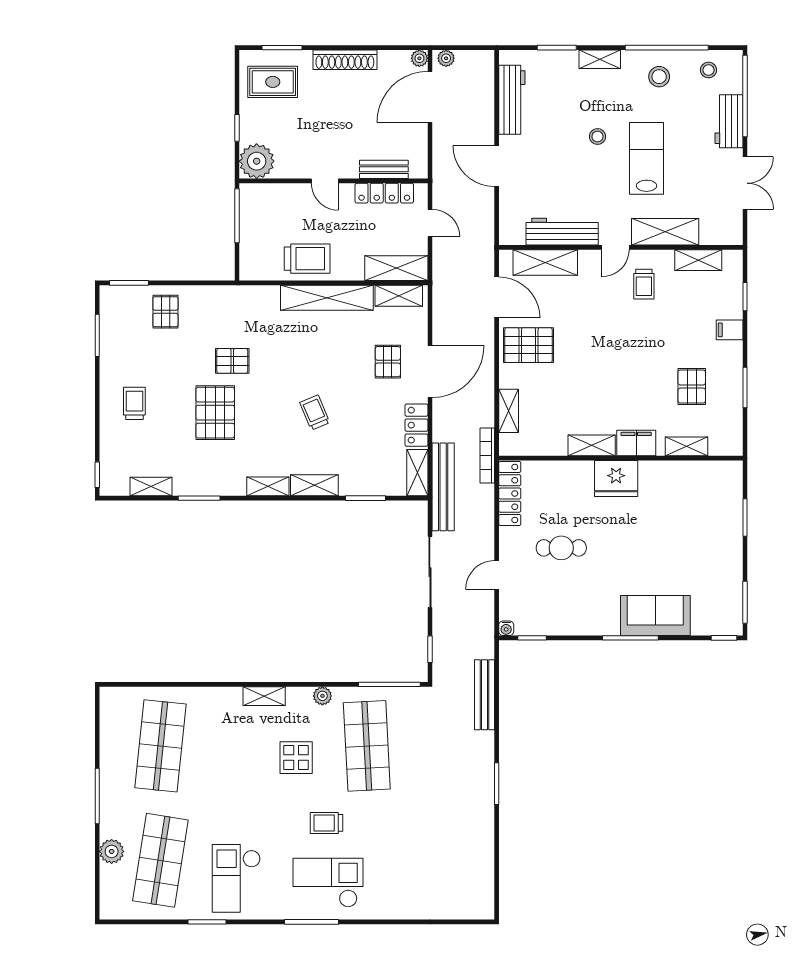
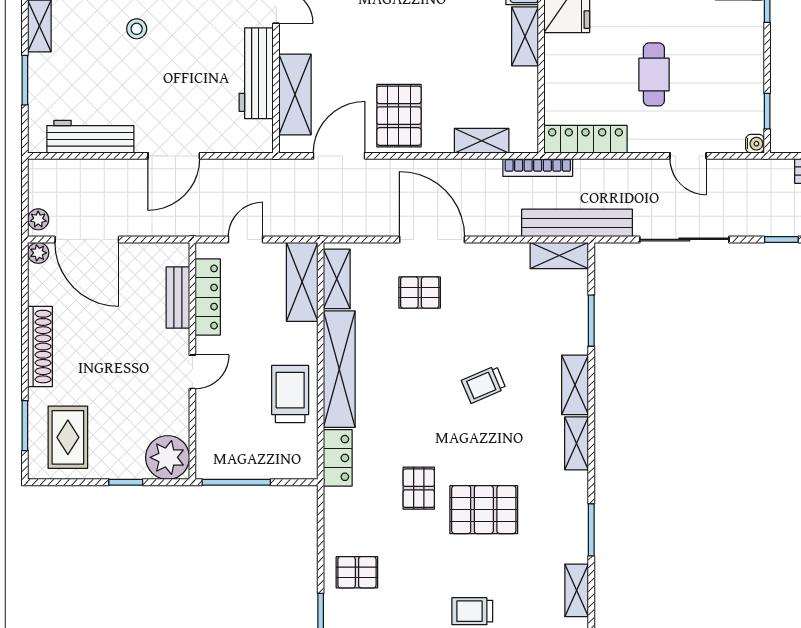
locker: (416, 425) -> (338, 458), moved, turned -90

